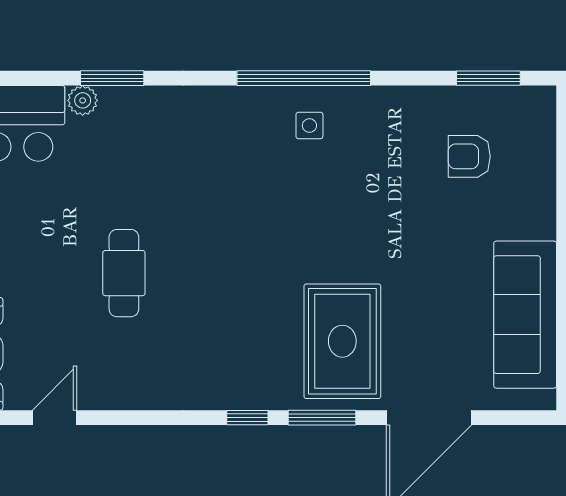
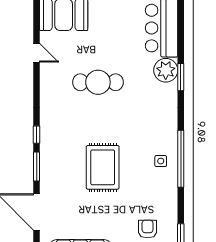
plant: (83, 100) -> (166, 70), width x1.87, depth x1.87
cafe table: (124, 273) -> (98, 82), width x1.37, depth x1.35
rug: (342, 341) -> (103, 167), moved, turned 90

